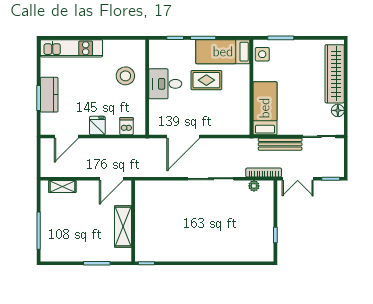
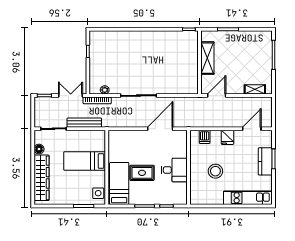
bed: (223, 52) -> (119, 184), moved, turned -90
stool: (125, 76) -> (215, 171), moved
bed: (265, 108) -> (85, 161), moved, turned 90

